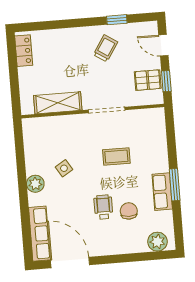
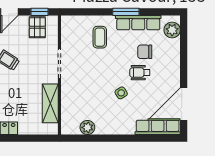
coffee table: (116, 156) -> (100, 37), moved
side table: (64, 168) -> (121, 93), moved
plant: (35, 184) -> (87, 127), moved
row of seats: (162, 192) -> (138, 23), width x1.48

